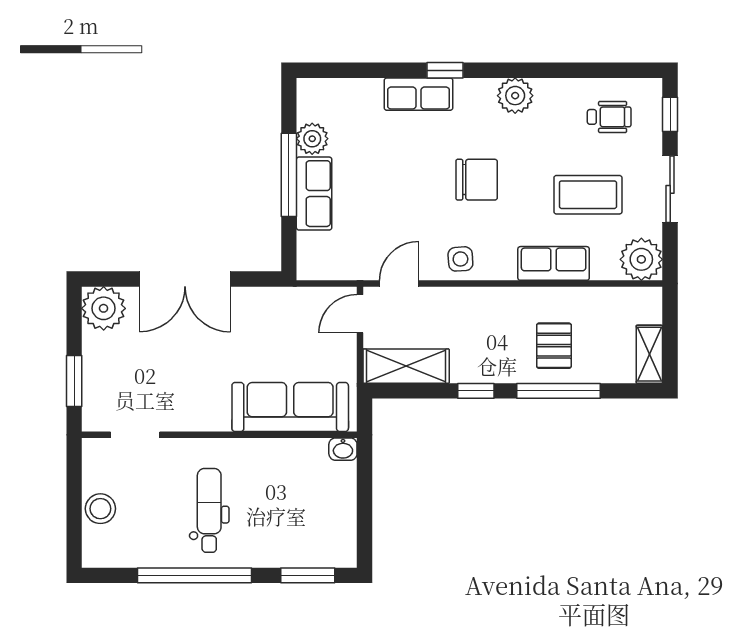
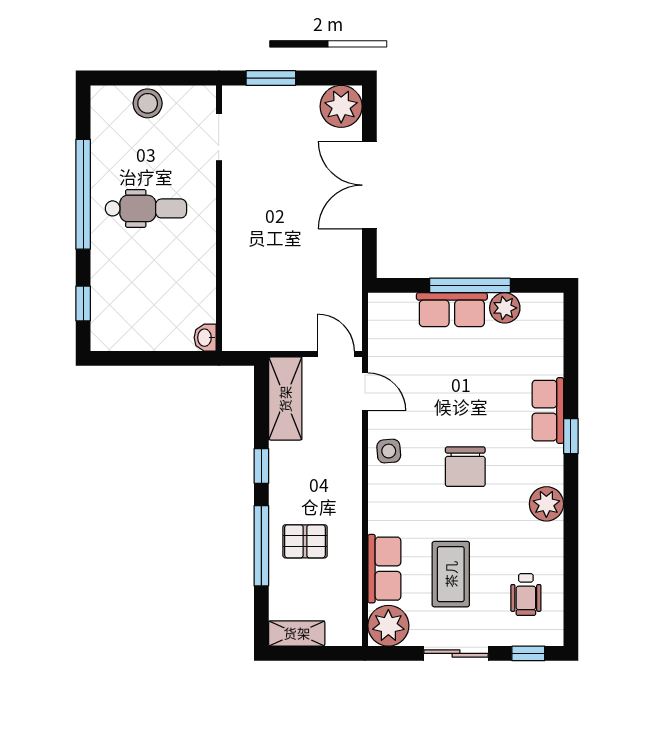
row of seats: (554, 263) -> (384, 569), moved
sofa: (290, 407) -> (246, 287), removed
window: (308, 575) -> (83, 304), width x0.67

